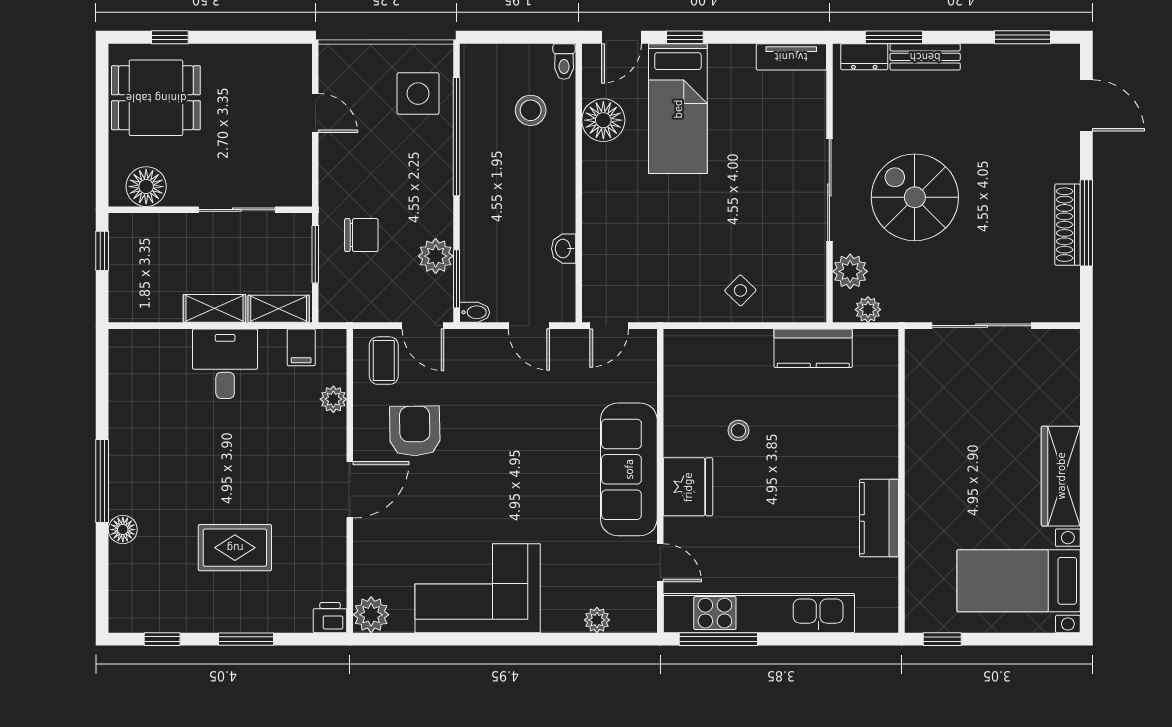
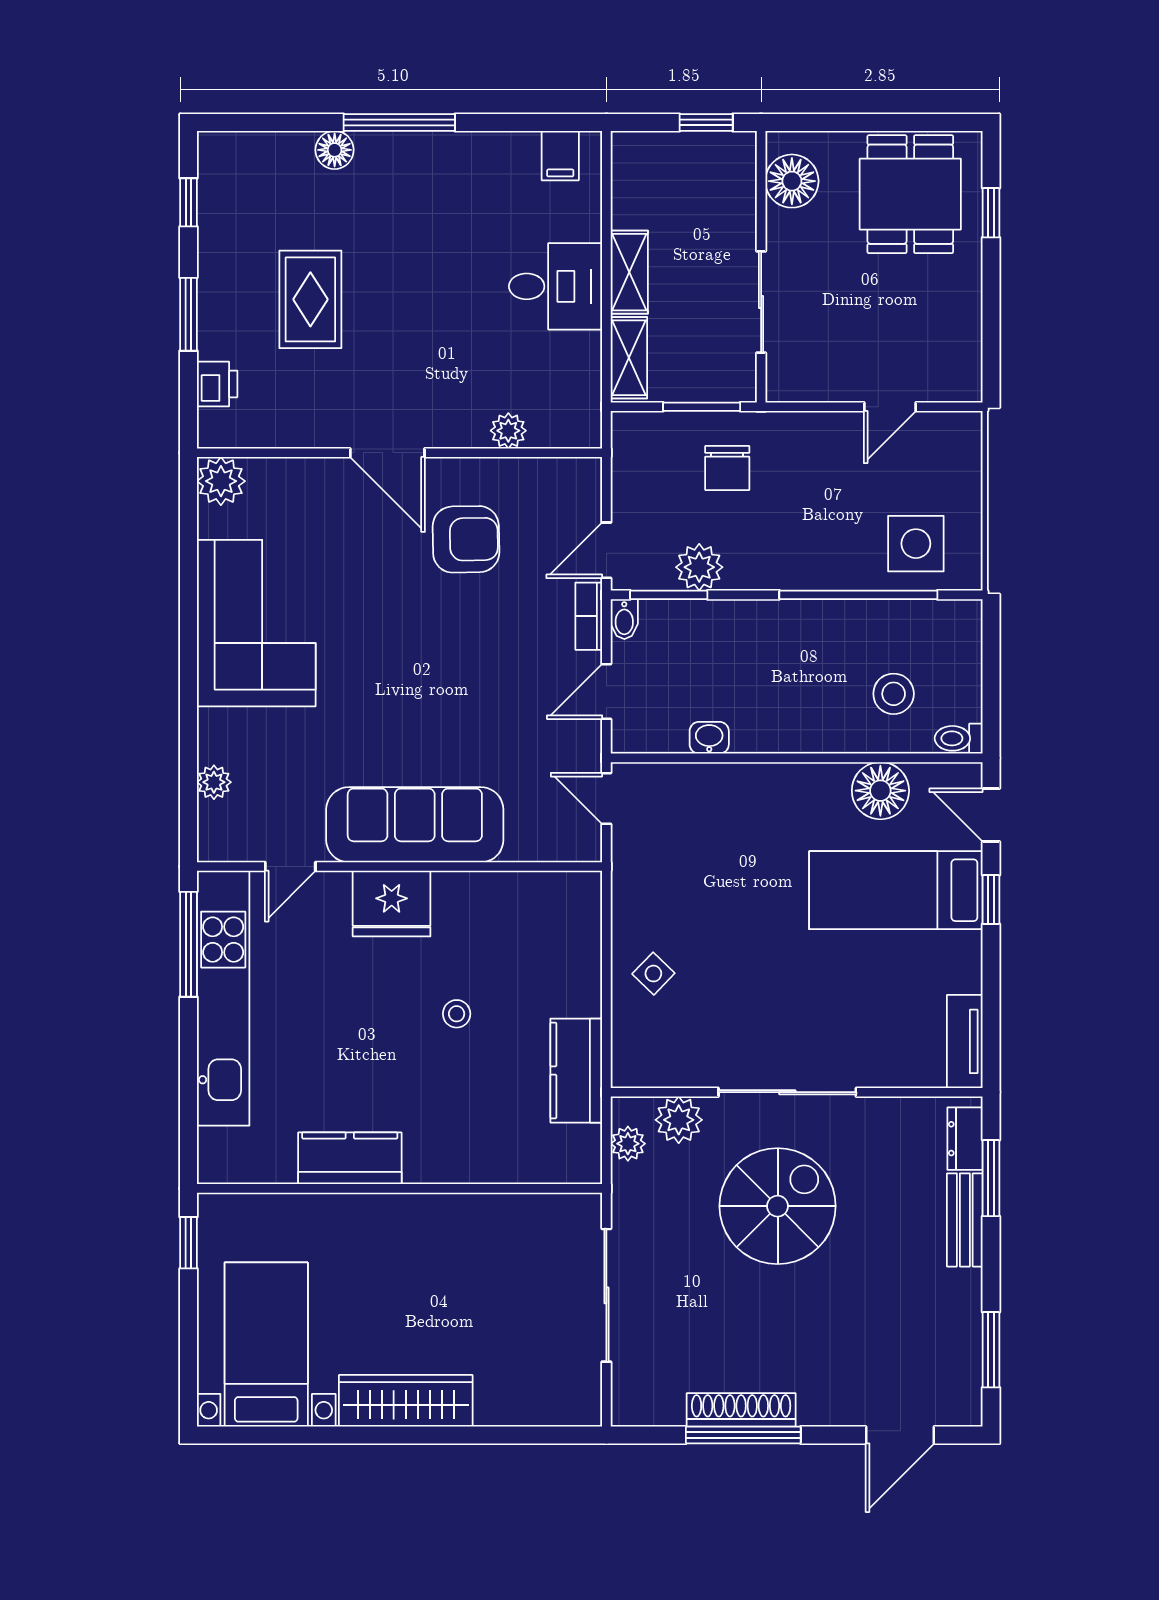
bookcase: (472, 339) -> (589, 616), added
filing cabinet: (301, 347) -> (560, 156), moved, turned -90
coffee table: (384, 361) -> (560, 498), removed
stool: (738, 430) -> (457, 1014), moved
printer: (330, 618) -> (217, 384), moved

